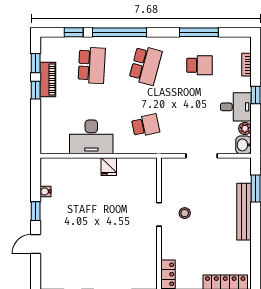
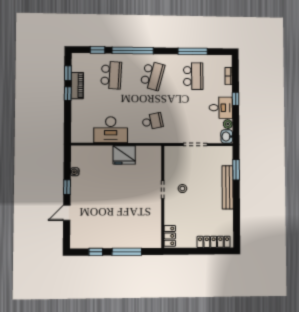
school desk: (199, 65) -> (193, 76), width x1.85
fridge: (109, 167) -> (124, 155), width x1.88, depth x1.34

